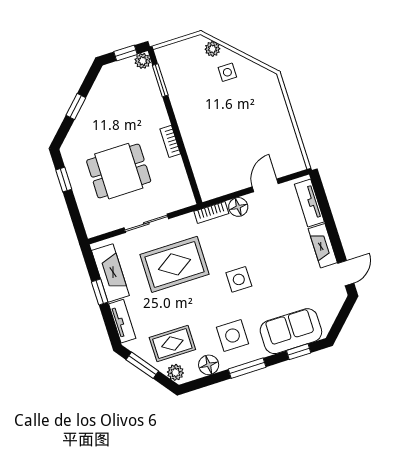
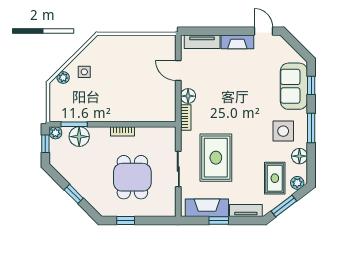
floor lamp: (147, 91) -> (79, 137), added
side table: (239, 279) -> (243, 113), removed

